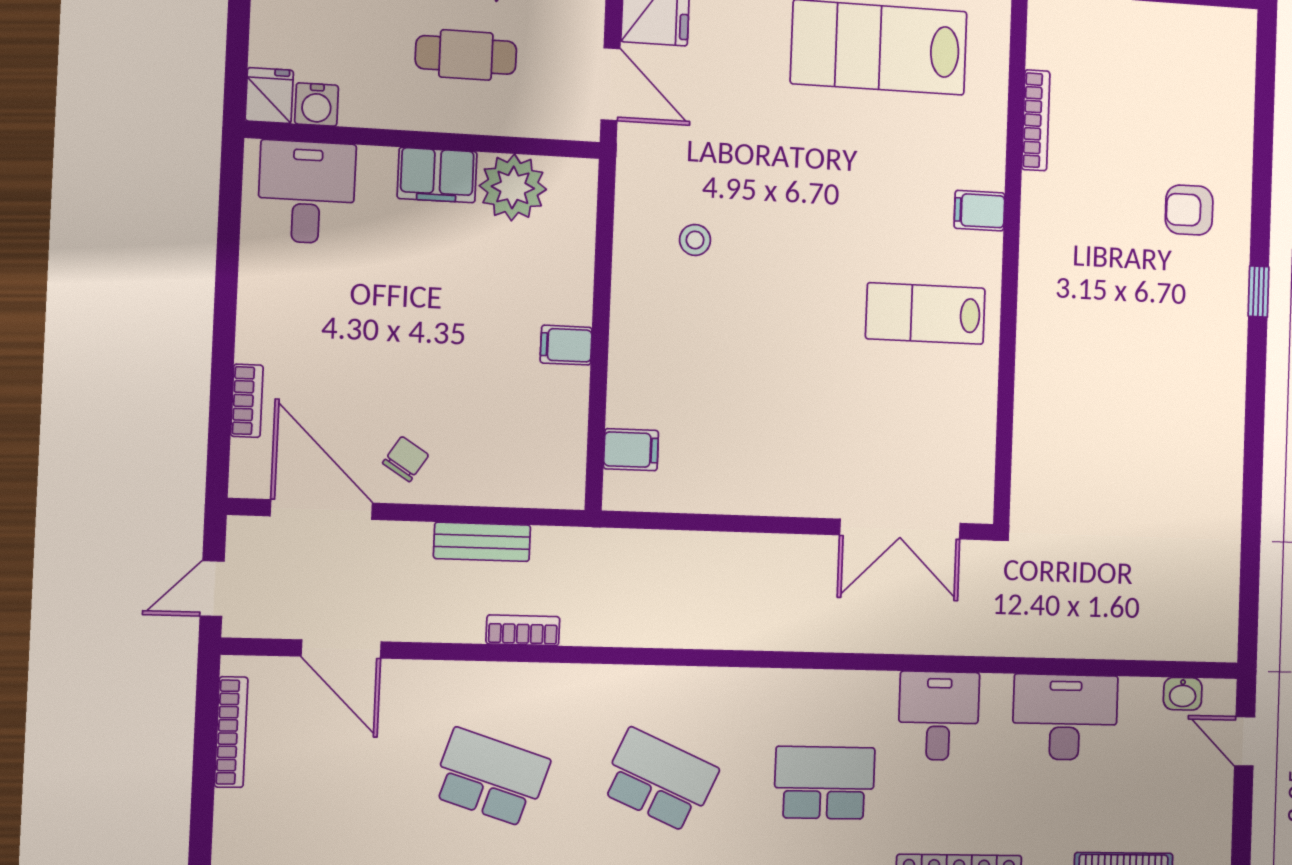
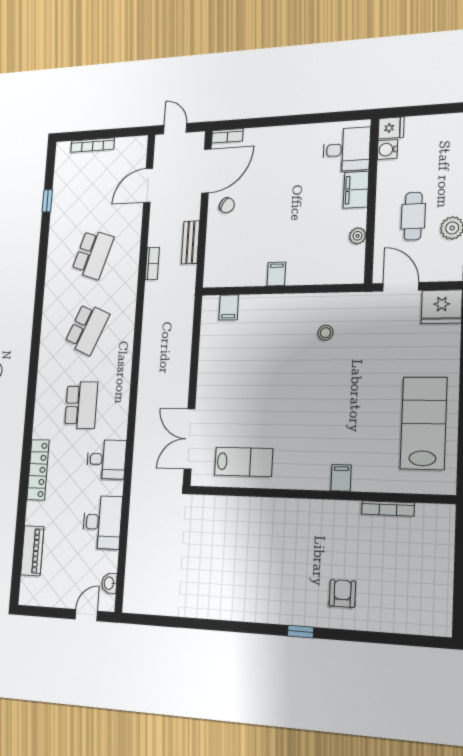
door: (611, 84) -> (401, 287), swing flipped
filing cabinet: (437, 175) -> (356, 190), moved
plant: (513, 187) -> (358, 236), width x0.53, depth x0.53
lab bench: (925, 313) -> (244, 462), moved, turned 90
bookcase: (247, 401) -> (227, 136), moved
bookcase: (231, 732) -> (93, 145), moved

